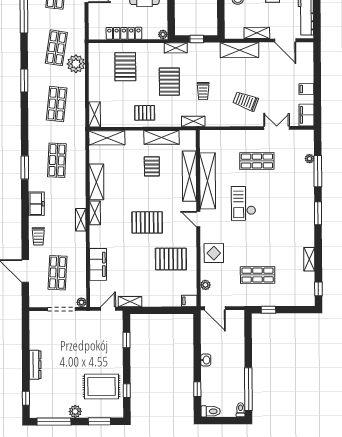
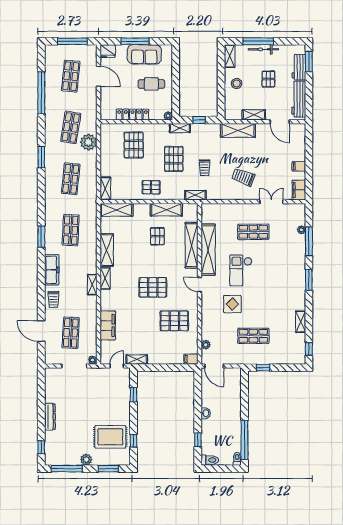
freezer: (36, 204) -> (52, 270), width x1.40
display table: (214, 253) -> (232, 304), moved

